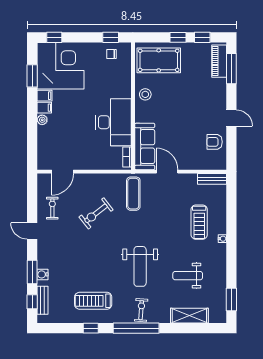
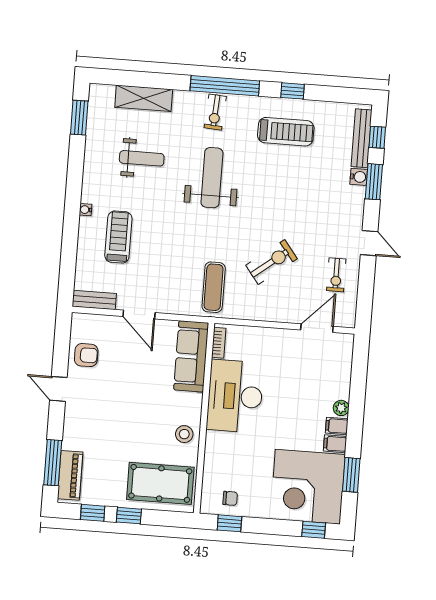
door: (167, 172) -> (139, 315), moved
bench: (42, 300) -> (362, 138), width x1.36

